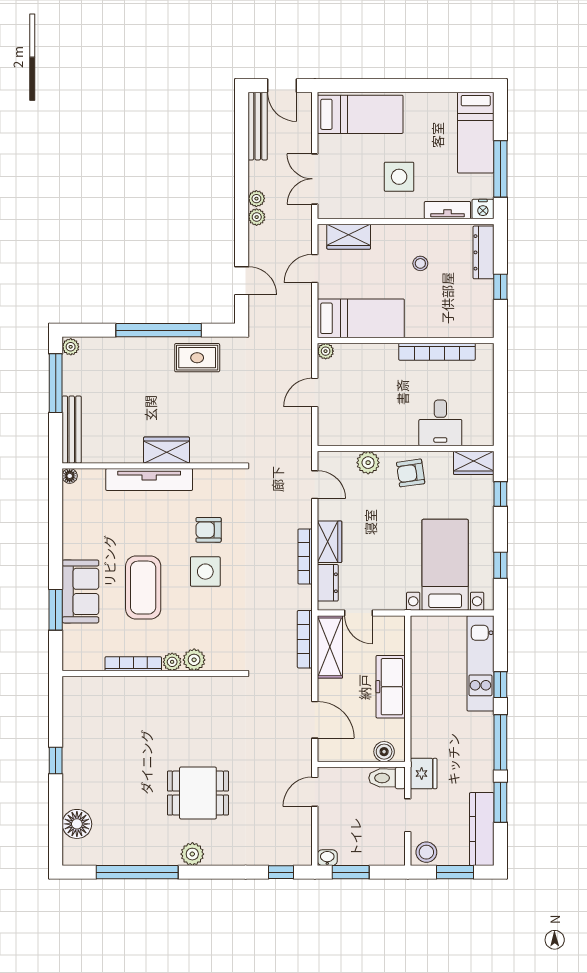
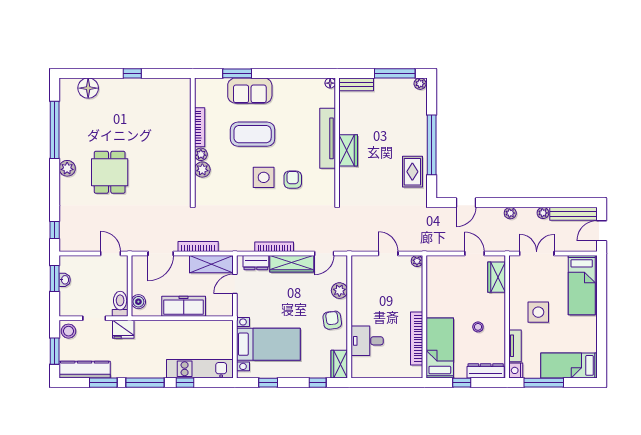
plant: (256, 199) -> (543, 213), moved
bed: (361, 318) -> (440, 348), moved, turned 180
bench: (72, 430) -> (356, 84), width x0.73
wardrobe: (330, 542) -> (292, 264), width x1.50
bookcase: (305, 639) -> (198, 247), moved
washbasin: (327, 858) -> (65, 280), moved

